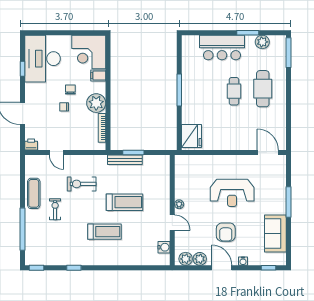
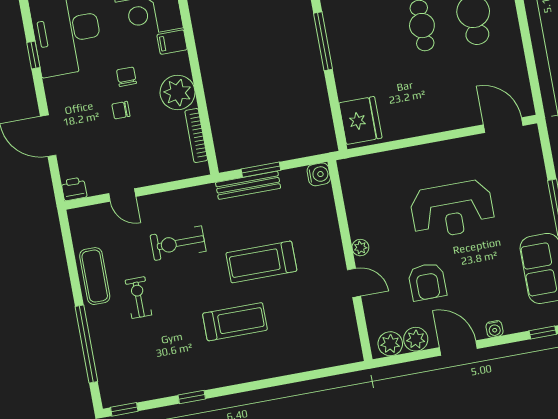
treadmill: (125, 202) -> (261, 262), turned 180
armchair: (226, 232) -> (427, 282), moved
water cooler: (164, 247) -> (319, 174), moved

